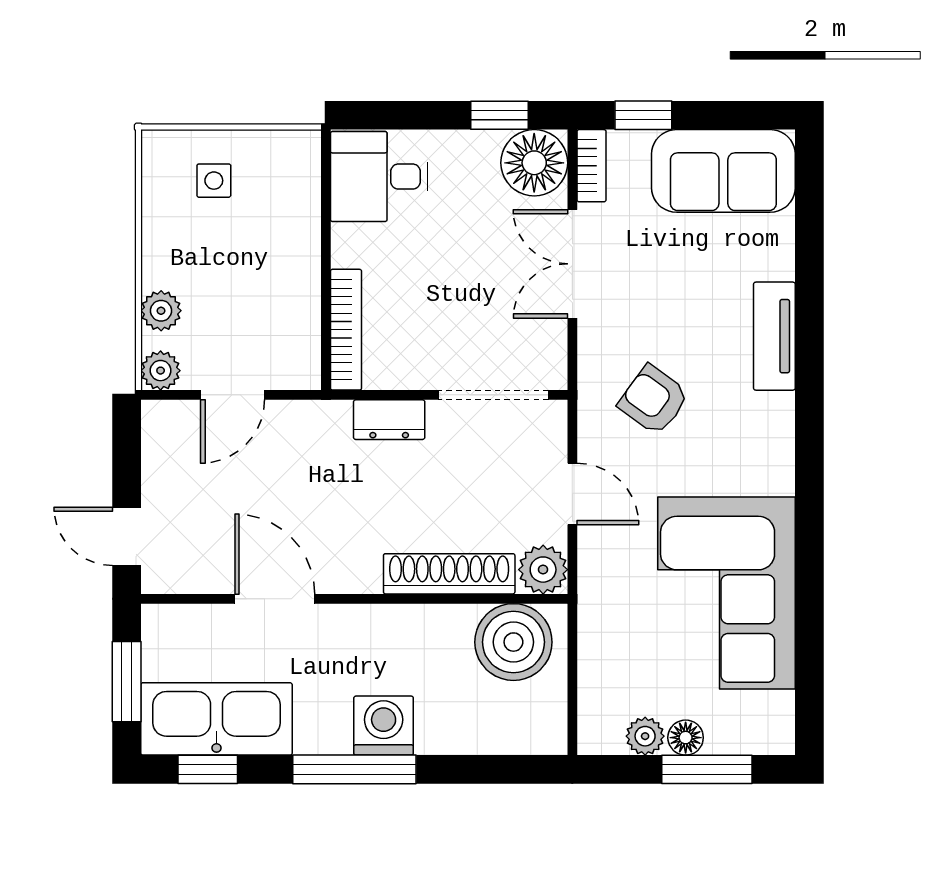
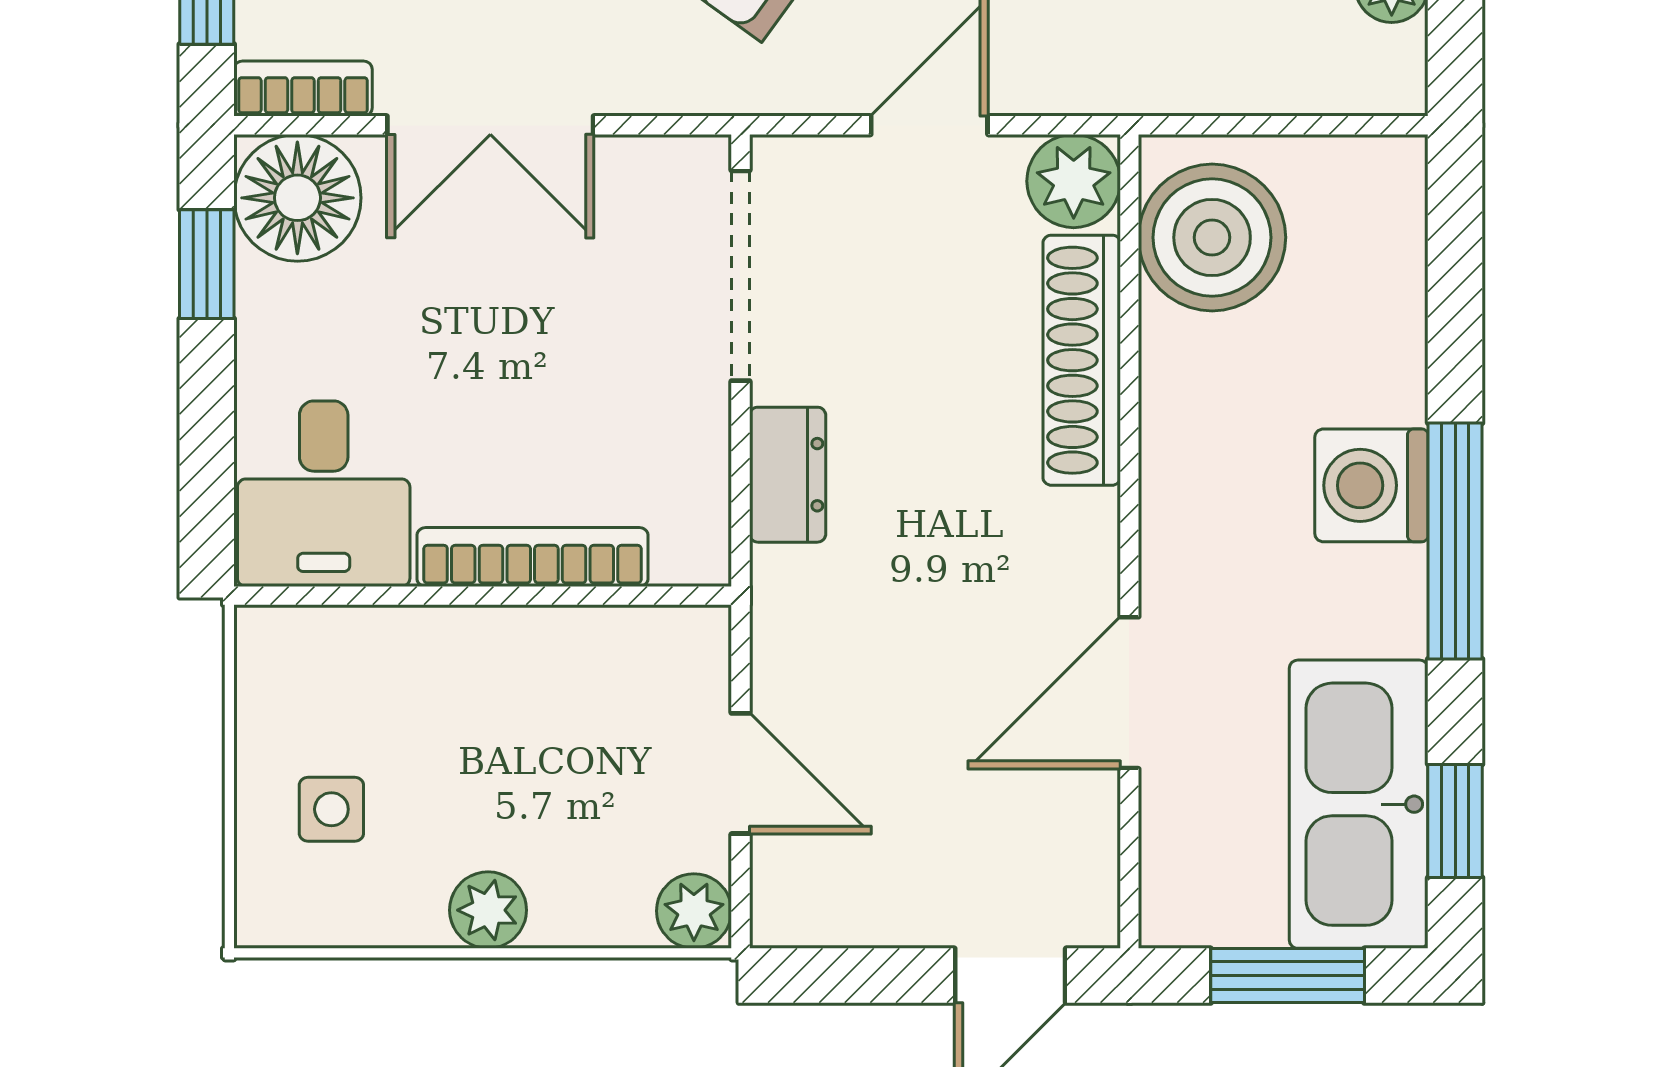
plant: (161, 311) -> (488, 910), moved
bookcase: (346, 330) -> (533, 557), moved

